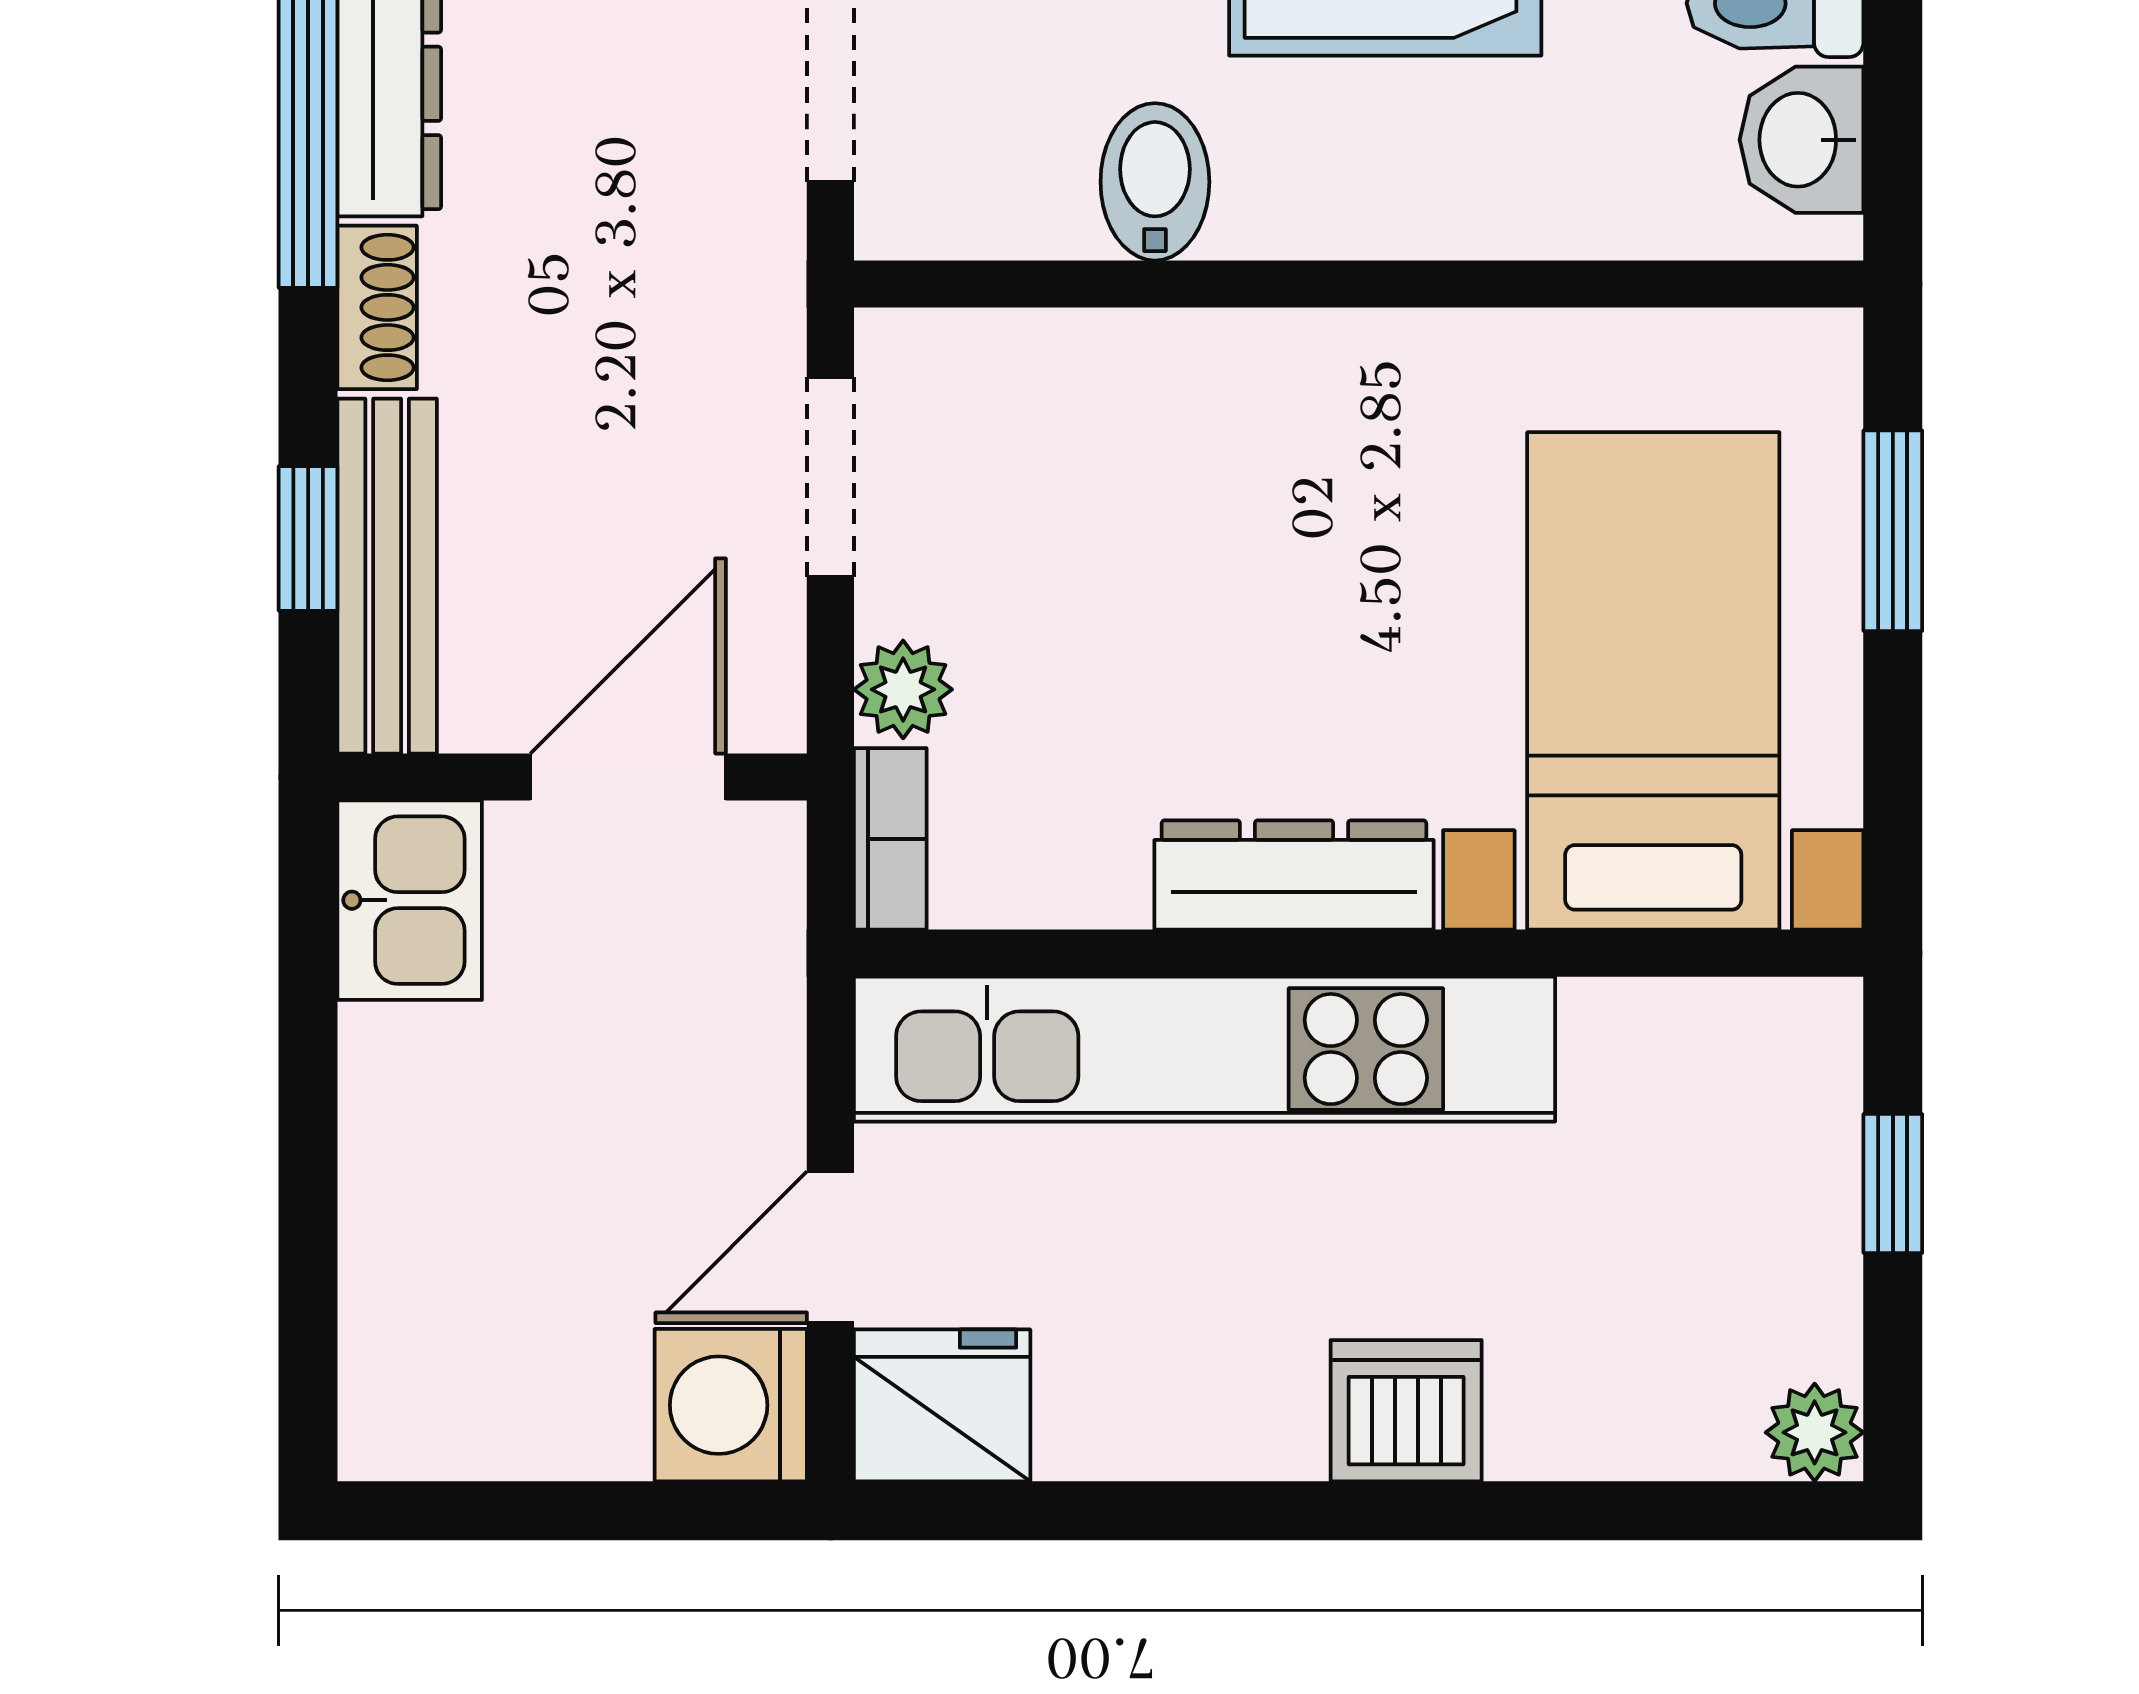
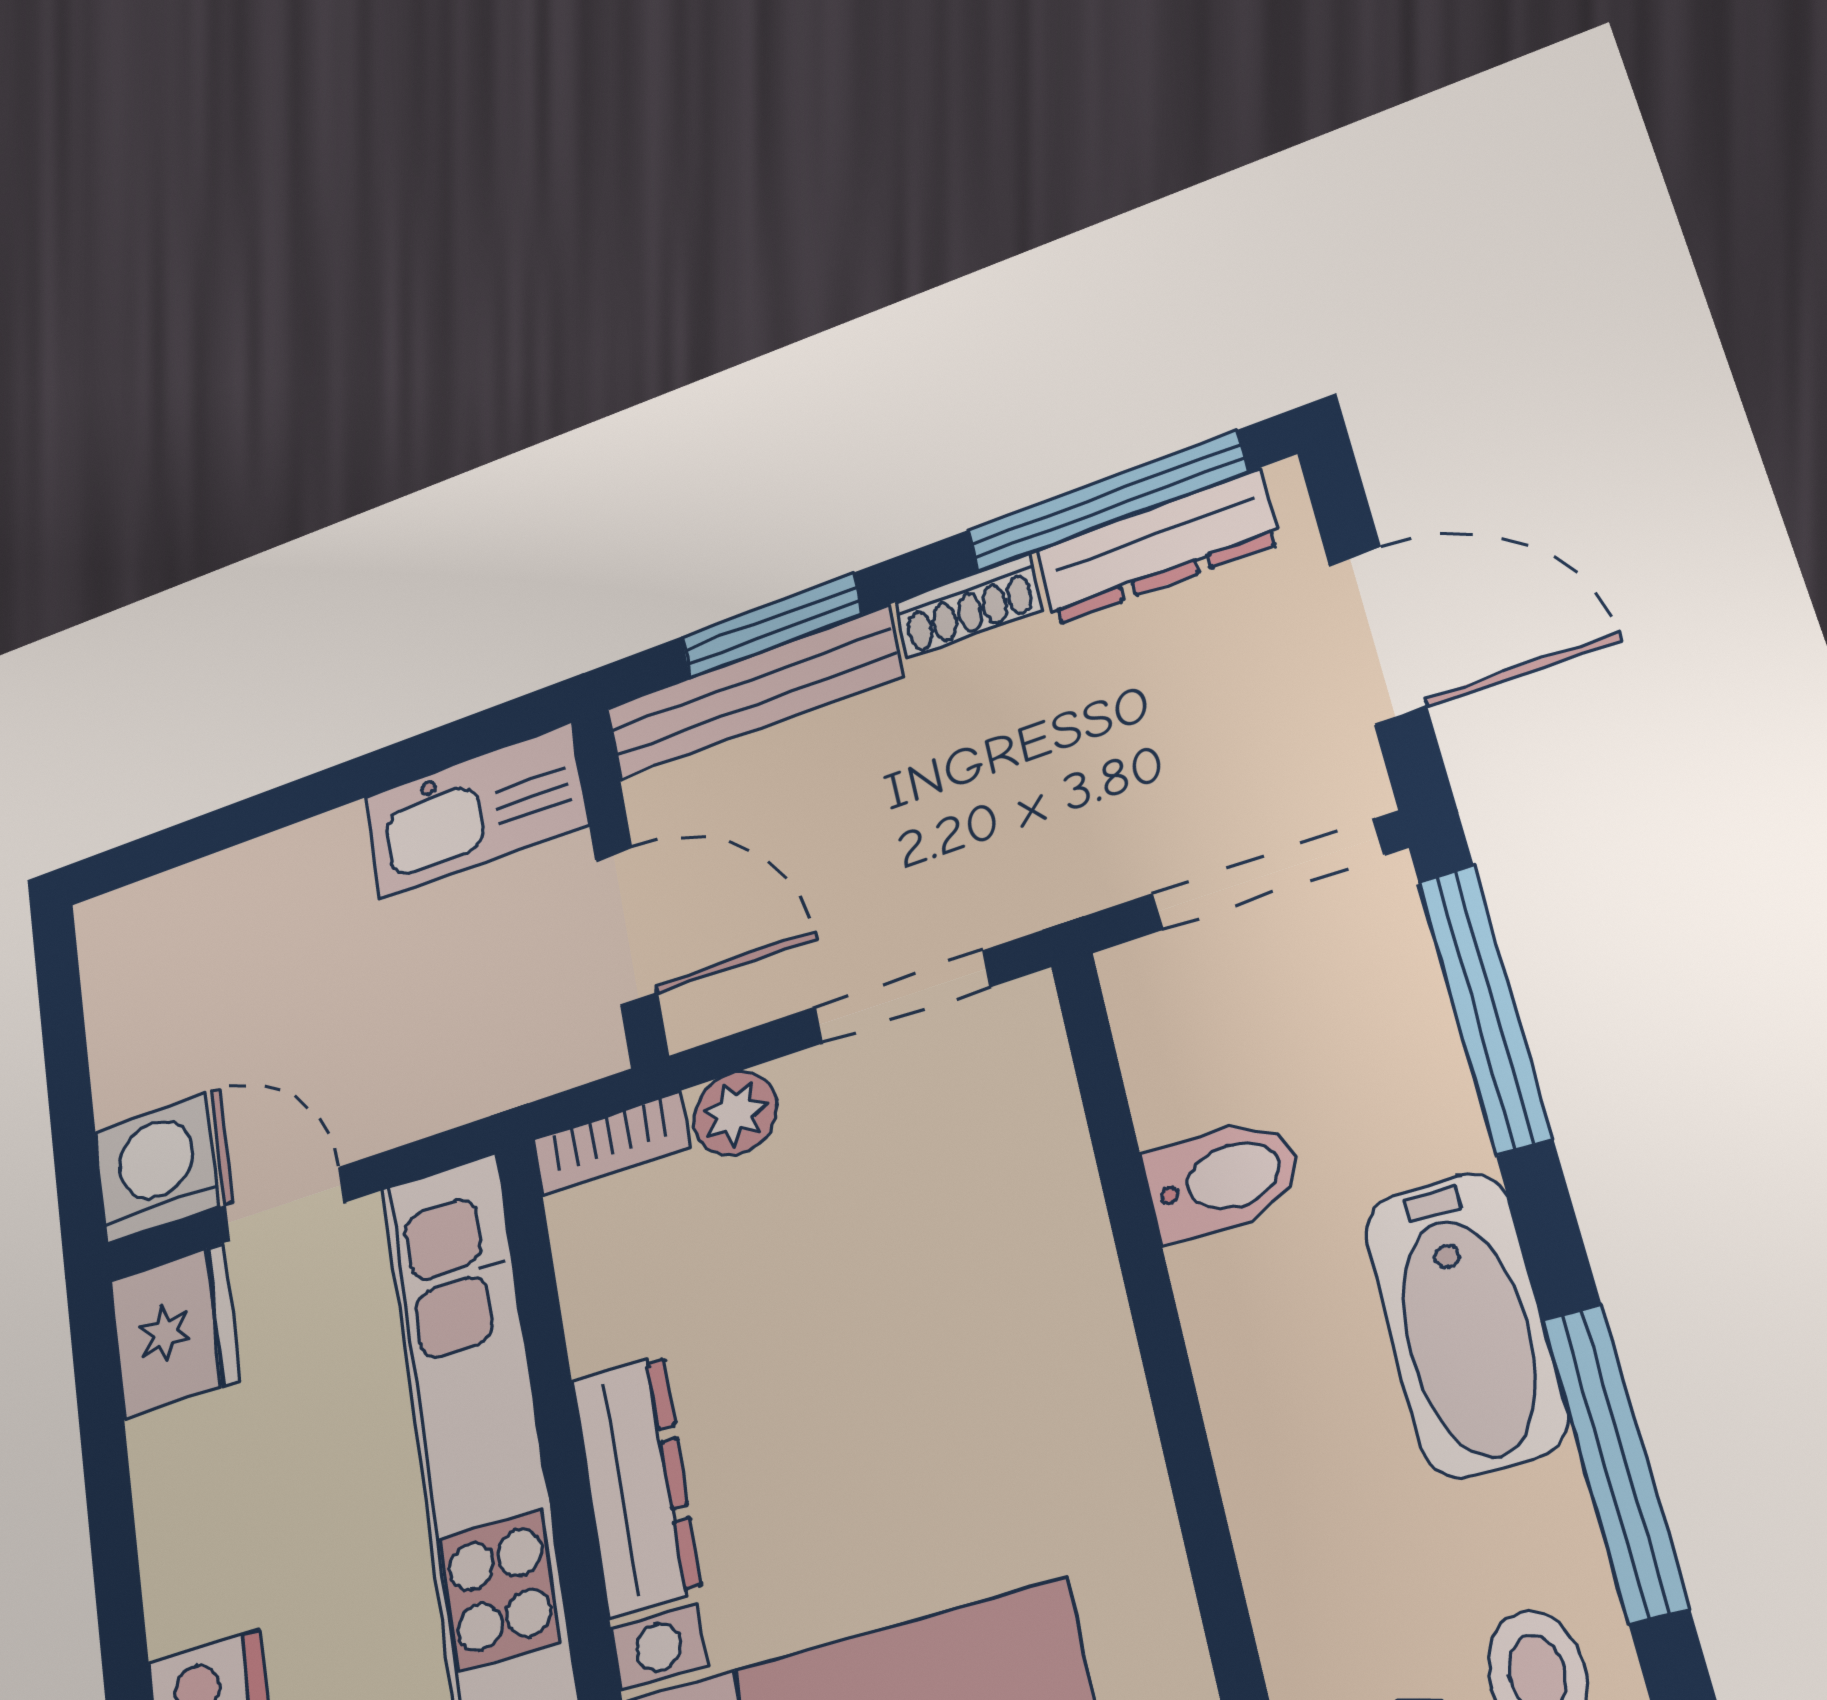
window: (308, 538) -> (771, 625), width x1.50
kitchen sink: (410, 900) -> (475, 811), width x1.38

